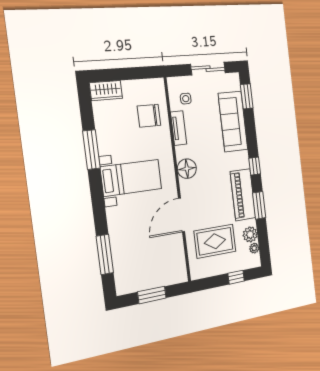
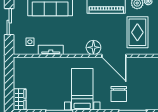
chair: (149, 116) -> (119, 94), moved
floor lamp: (187, 169) -> (93, 47), moved

